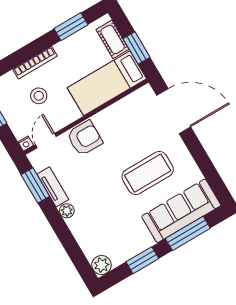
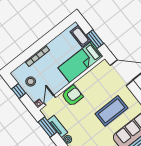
window: (71, 27) -> (55, 32), removed
stool: (39, 96) -> (31, 81), moved

